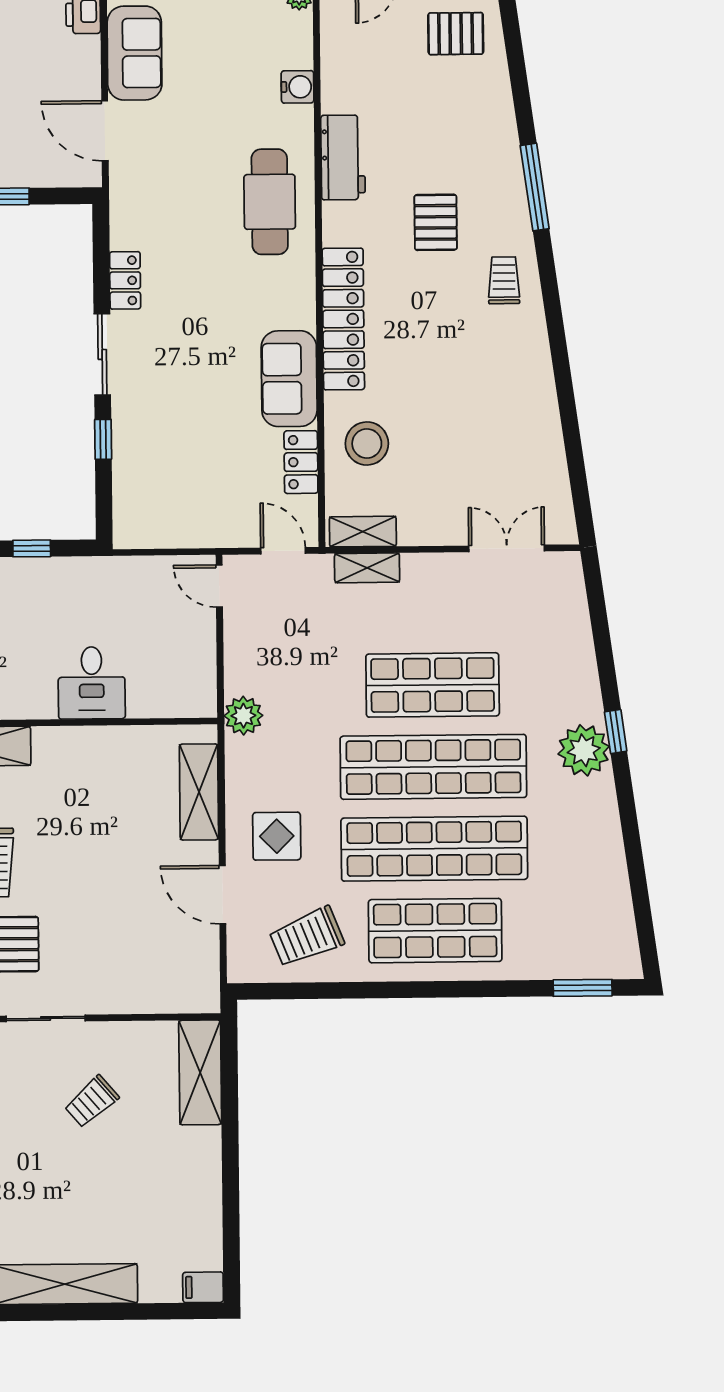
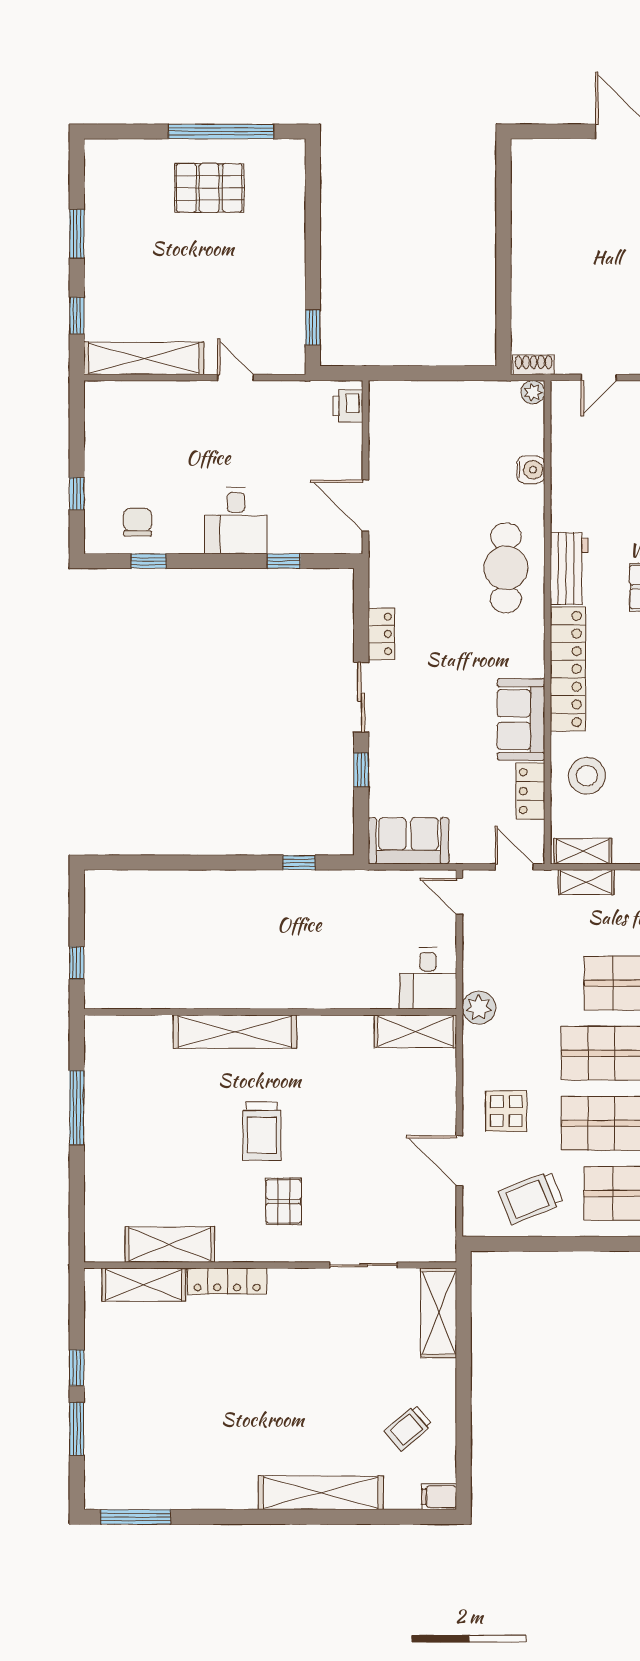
sofa: (135, 53) -> (408, 841), moved, turned -90
workbench: (343, 157) -> (569, 568), moved
desk: (92, 683) -> (428, 978), moved
shelving: (199, 792) -> (415, 1031), moved, turned 90
sliding door: (46, 1018) -> (363, 1265), moved
trolley: (92, 1102) -> (408, 1428), moved

